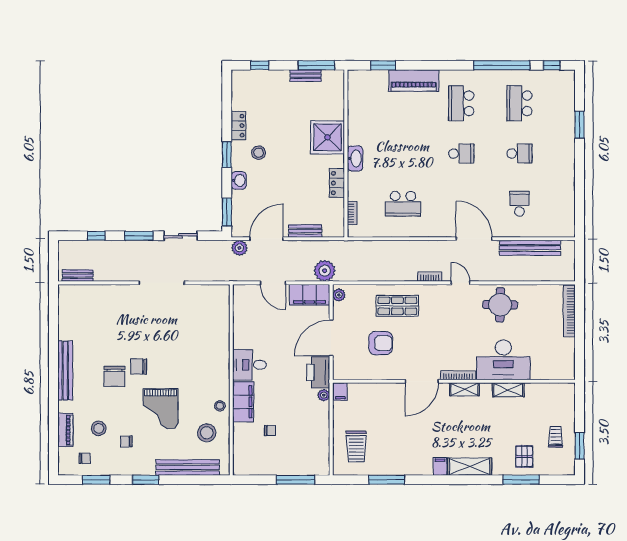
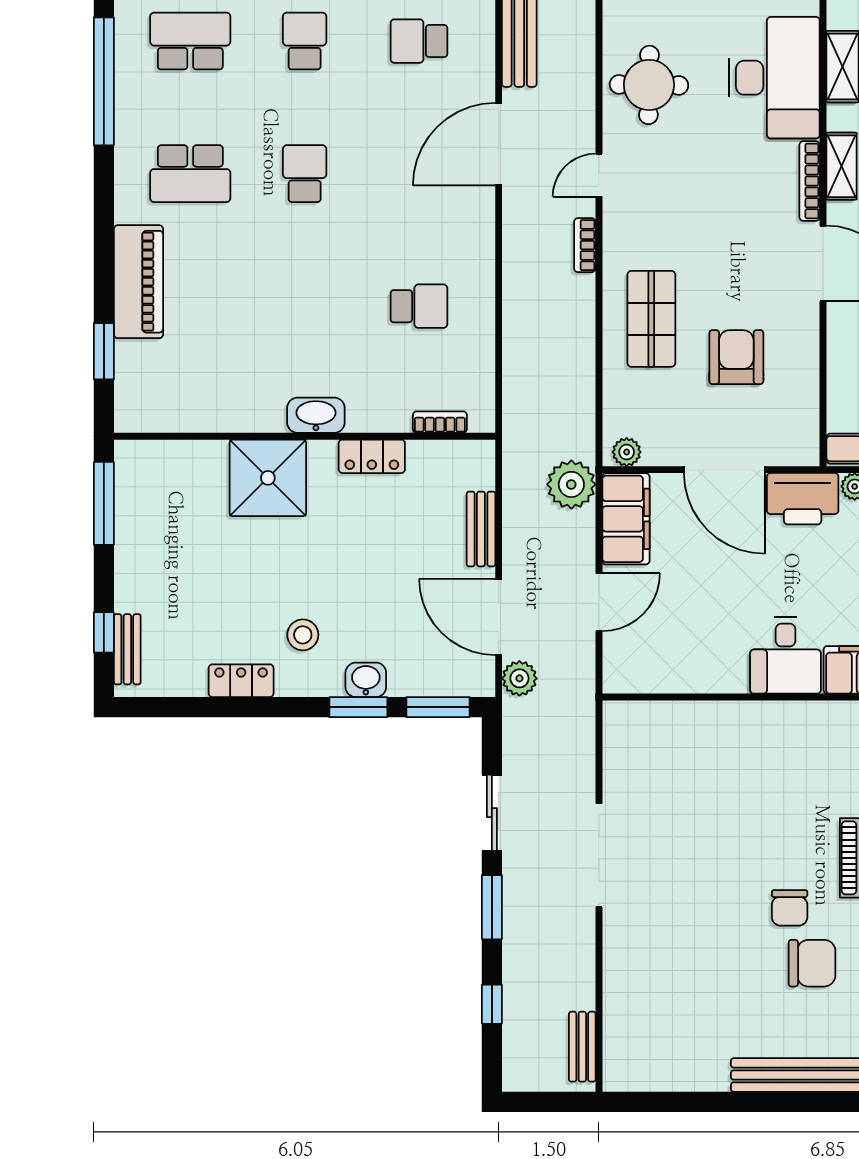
bench: (306, 76) -> (127, 649), moved
school desk: (519, 103) -> (190, 41), turned 180
window: (227, 155) -> (358, 707), moved
school desk: (403, 204) -> (419, 306), width x0.54

